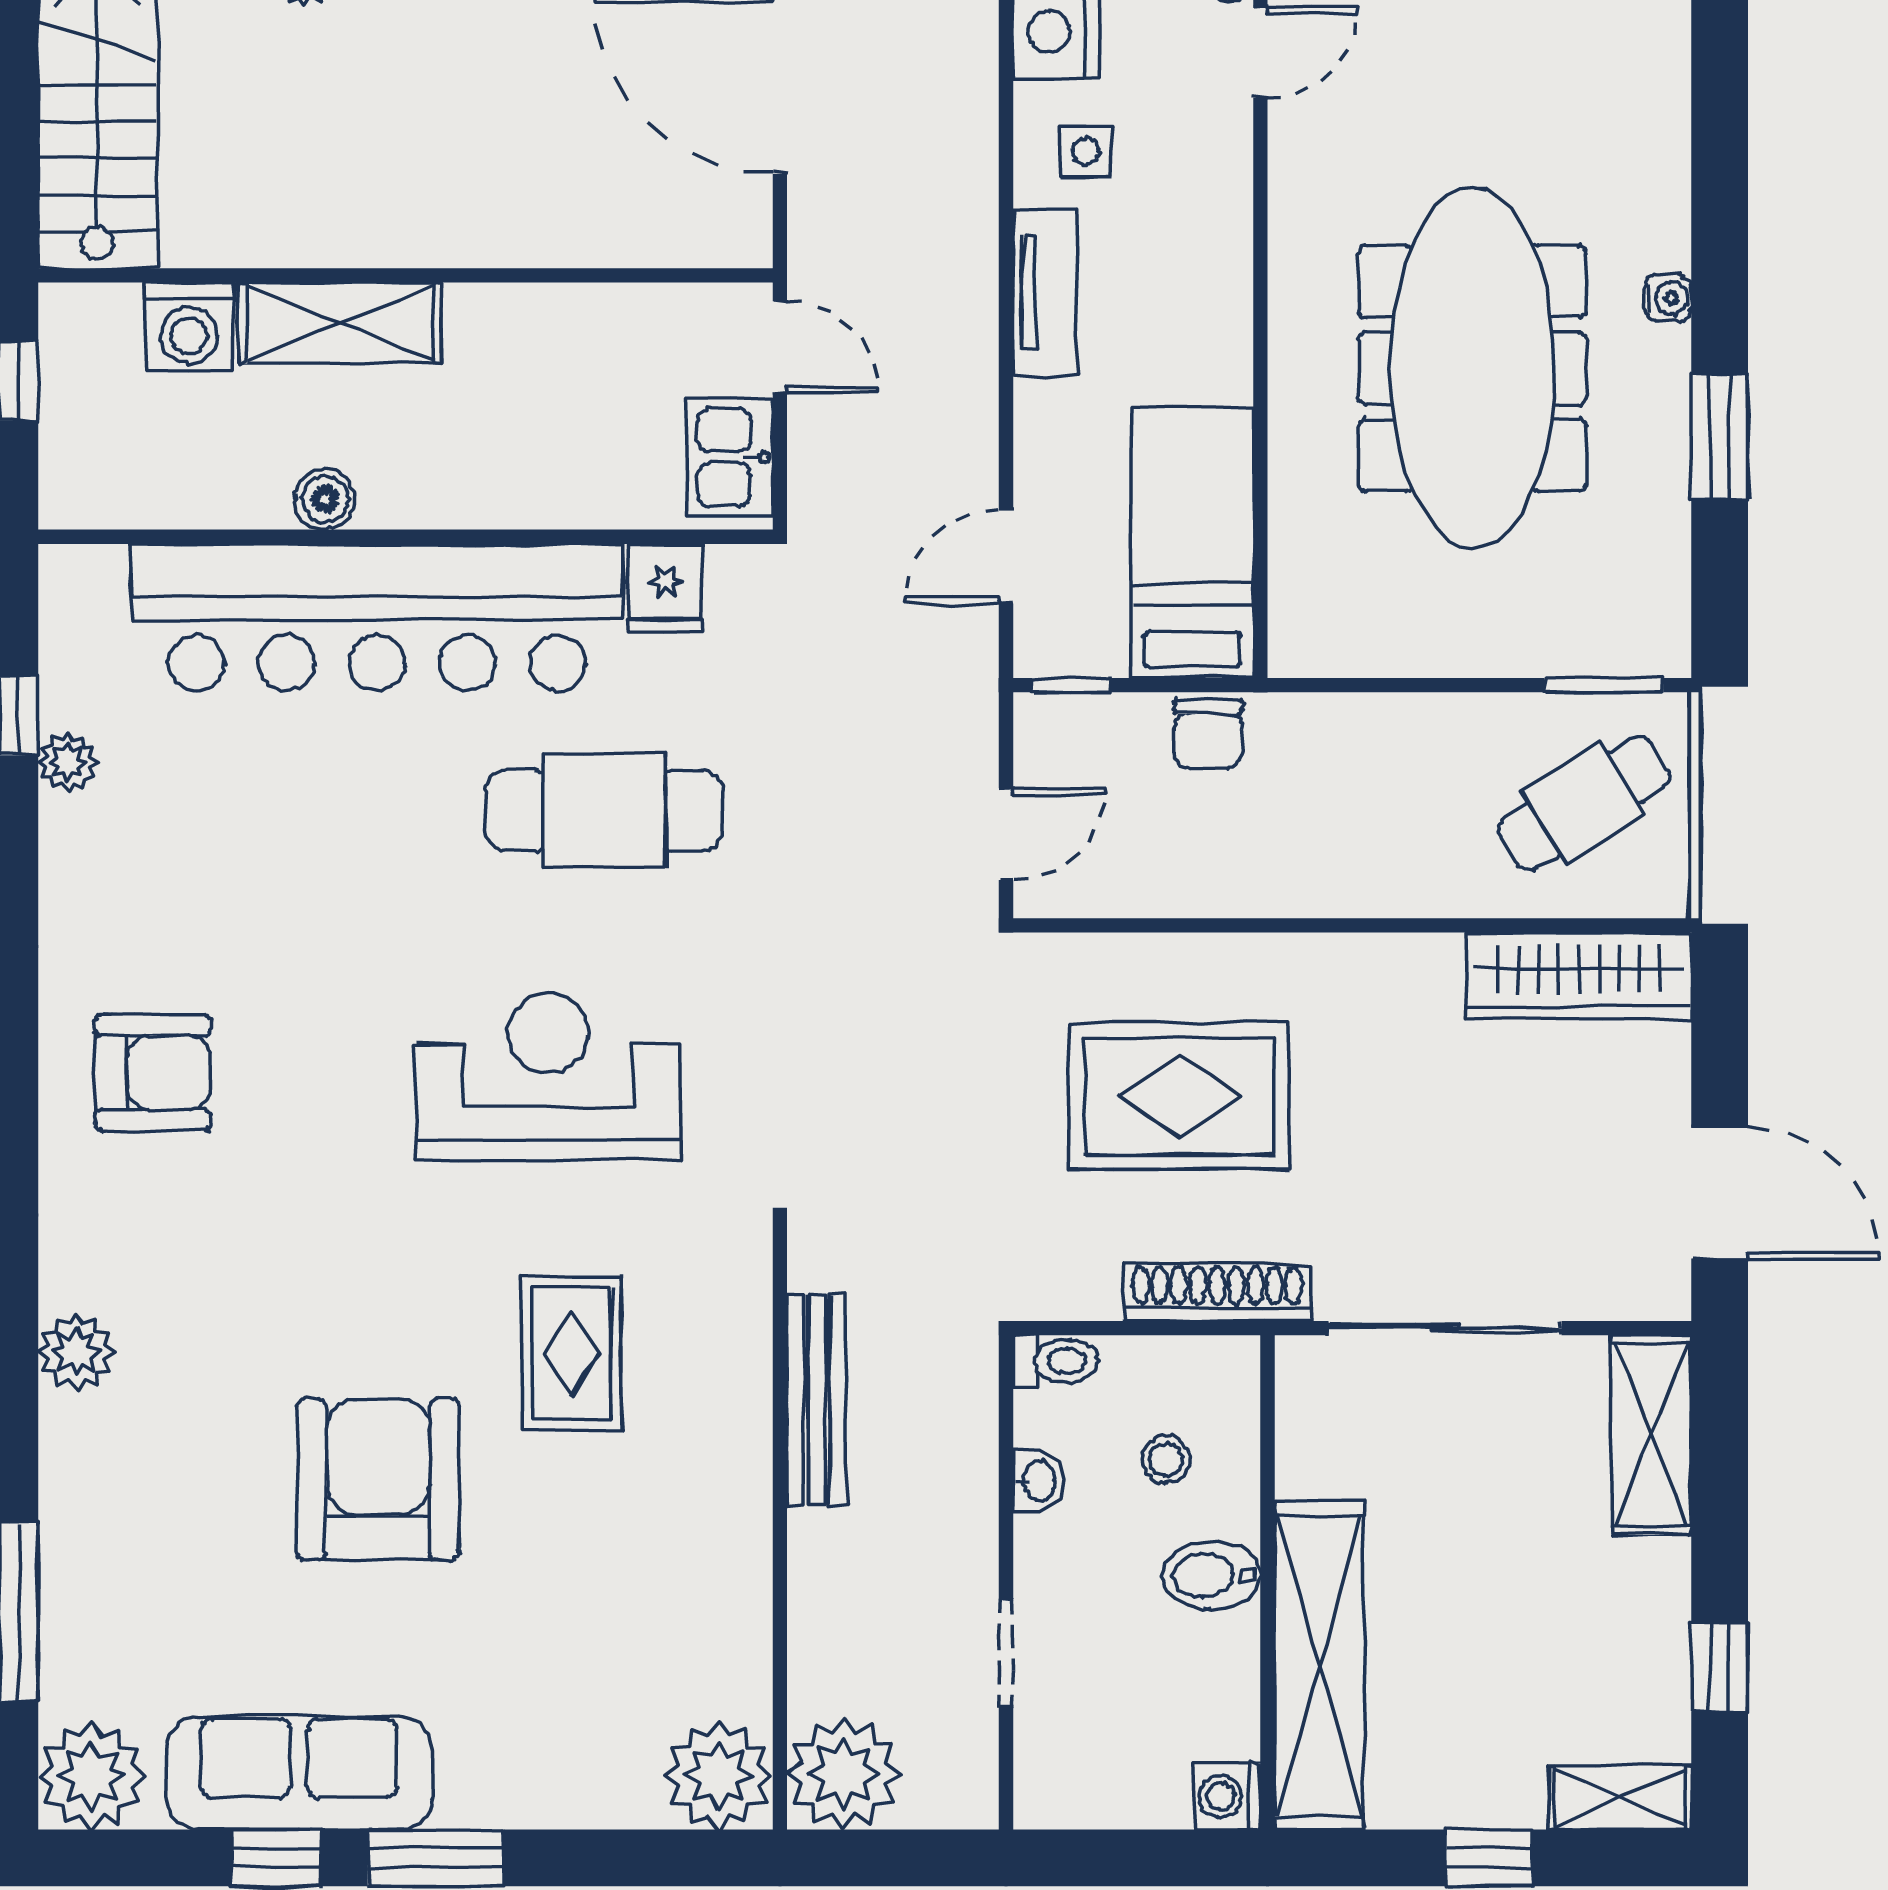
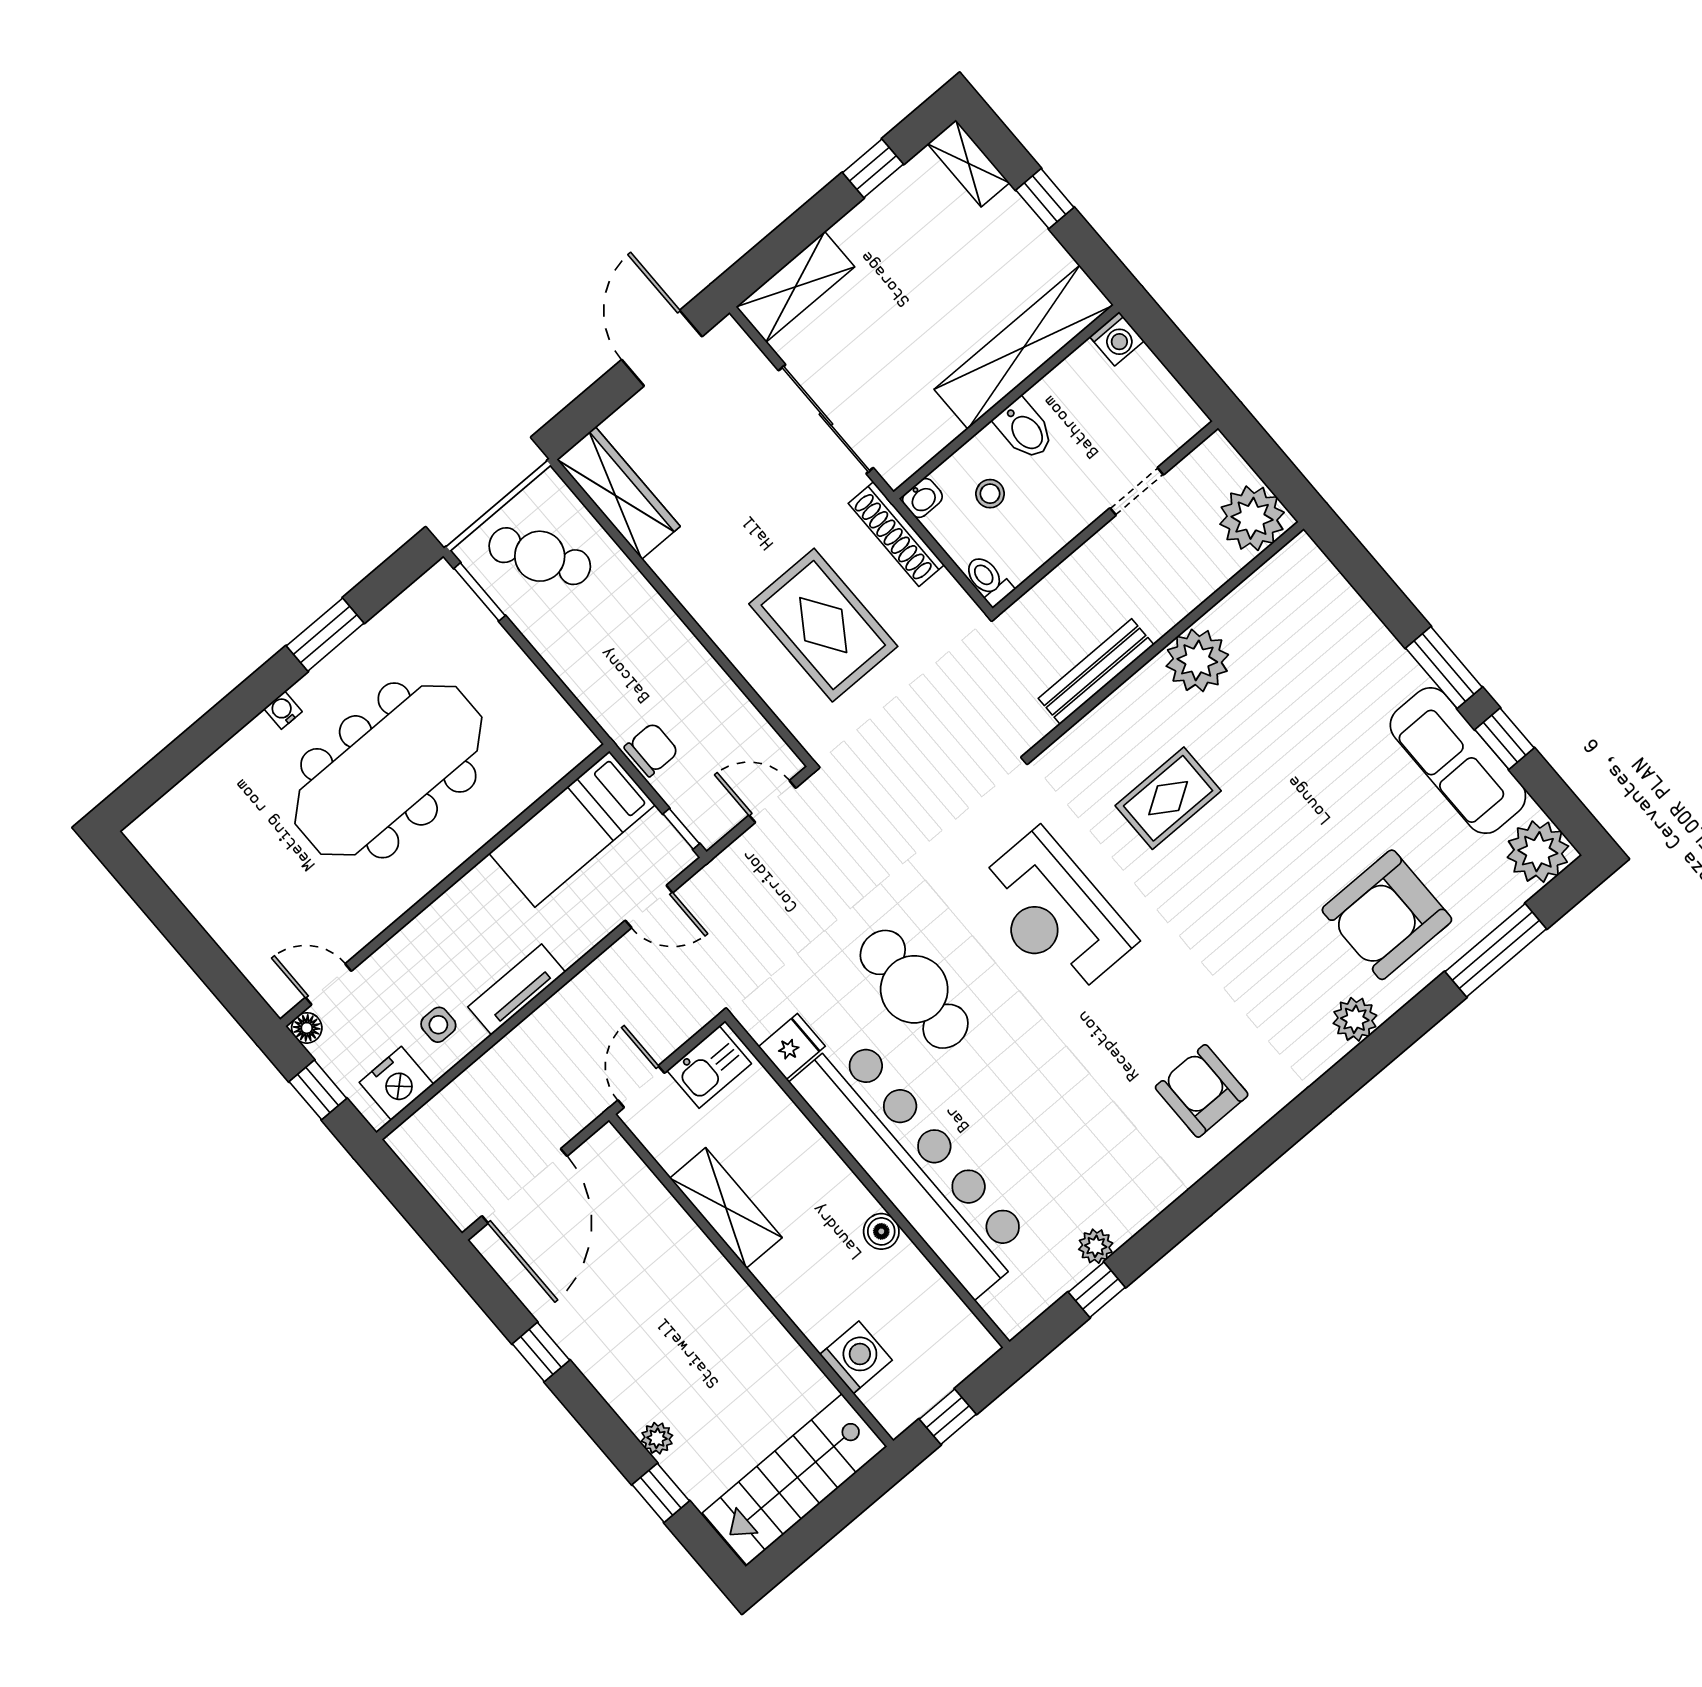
shelving: (340, 323) -> (726, 1208), moved
armchair: (378, 1479) -> (1387, 915), moved
washbasin: (1038, 1481) -> (922, 498), moved, turned 180
plant: (719, 1775) -> (1197, 660), moved

